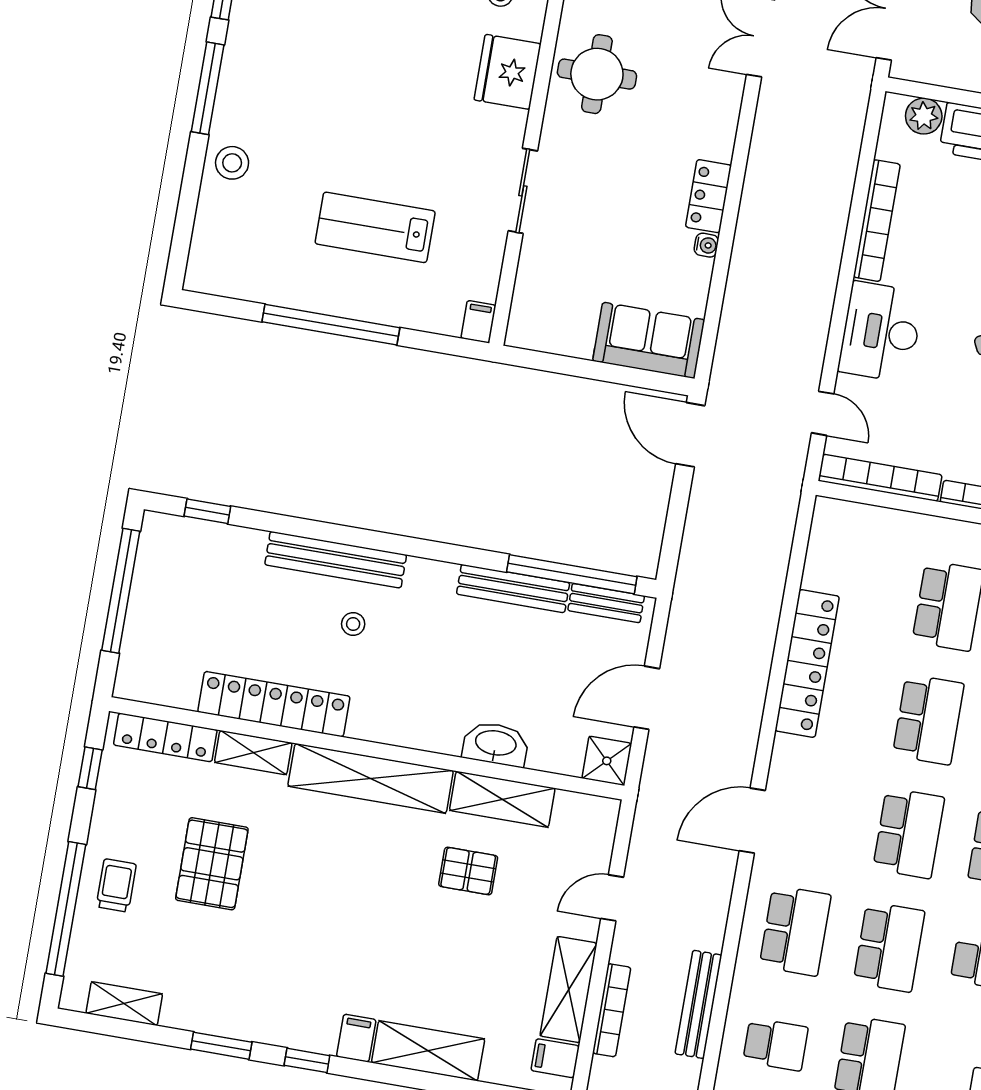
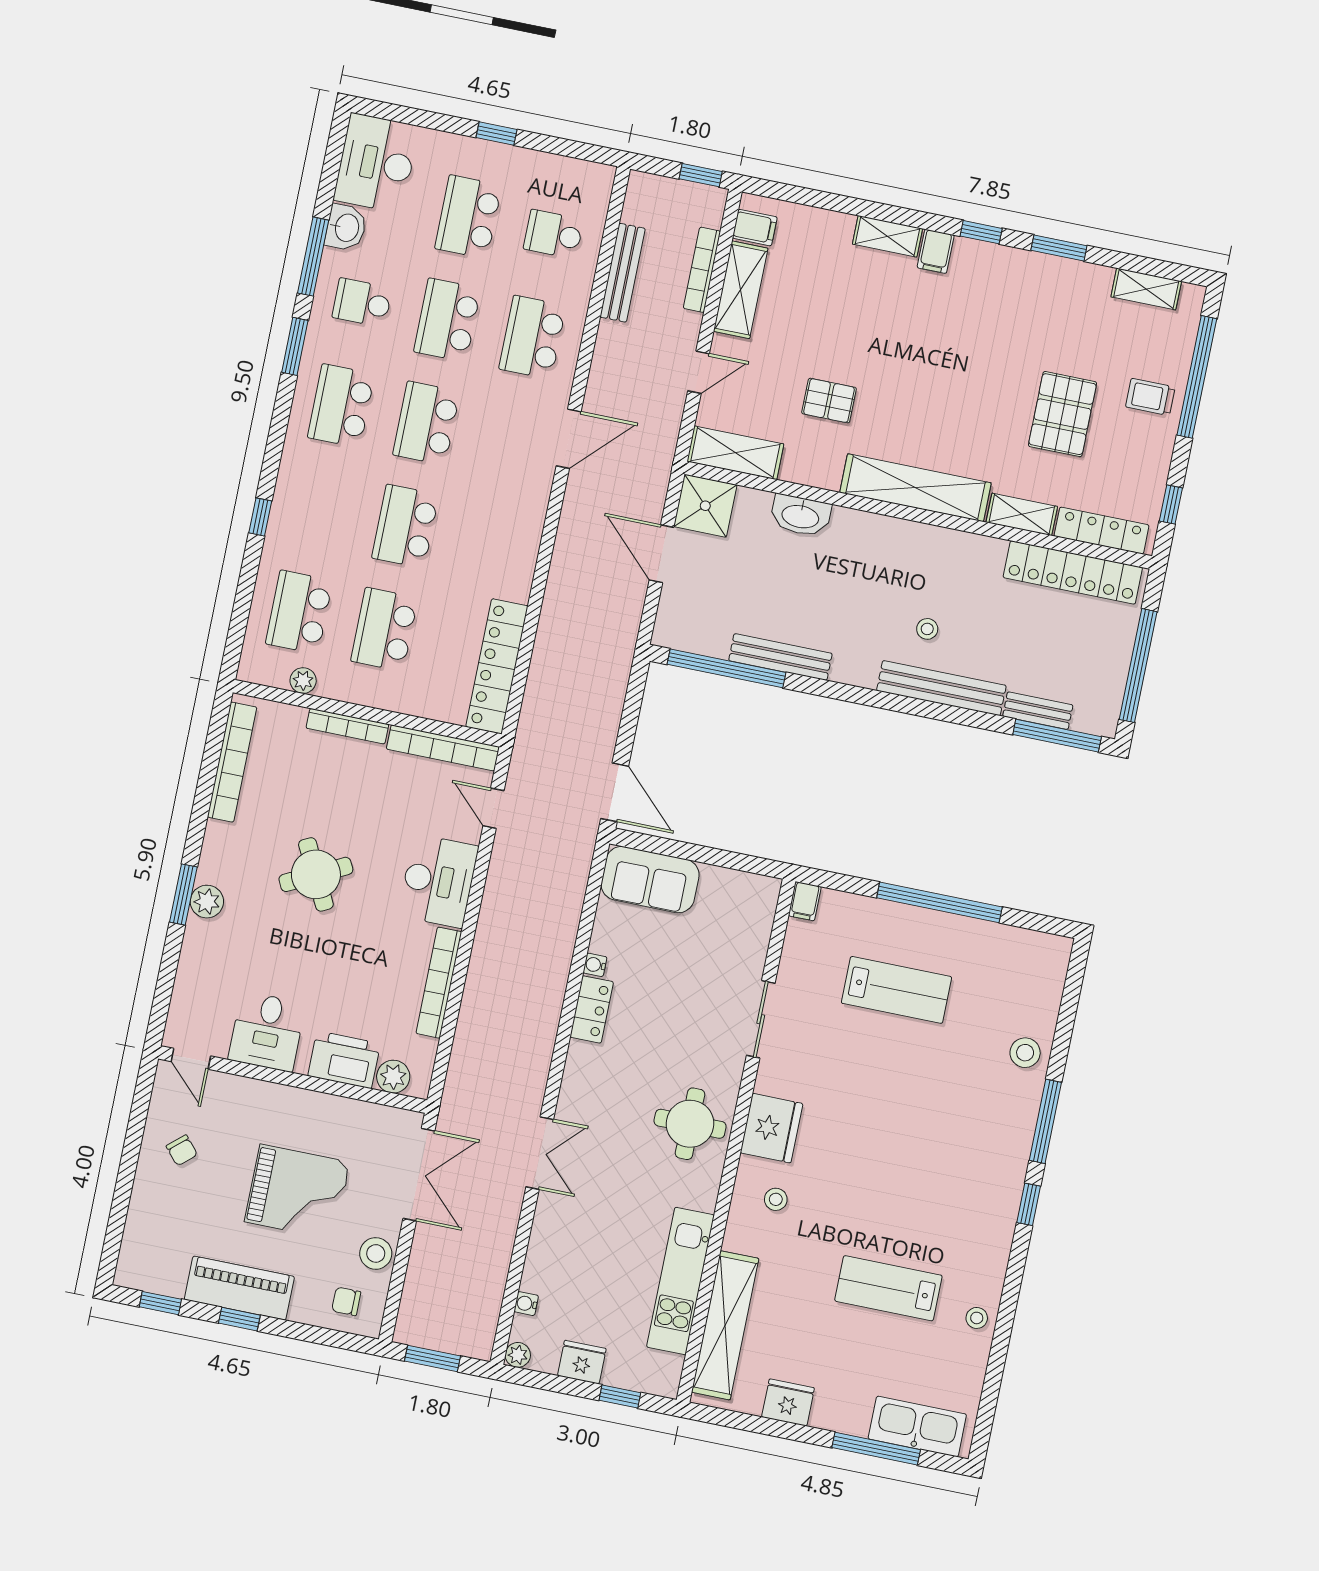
window: (207, 511) -> (1057, 736), width x2.17
bench: (606, 603) -> (1038, 711), moved
locker: (807, 663) -> (497, 666), moved
door: (647, 698) -> (662, 554), swing flipped
locker: (274, 704) -> (1073, 572), moved
shower: (607, 761) -> (705, 506), width x1.36, depth x1.36
shelving: (502, 799) -> (735, 453), moved
trolley: (116, 885) -> (1150, 397), turned 90
shelving: (428, 1051) -> (887, 236), width x0.67, depth x0.75

